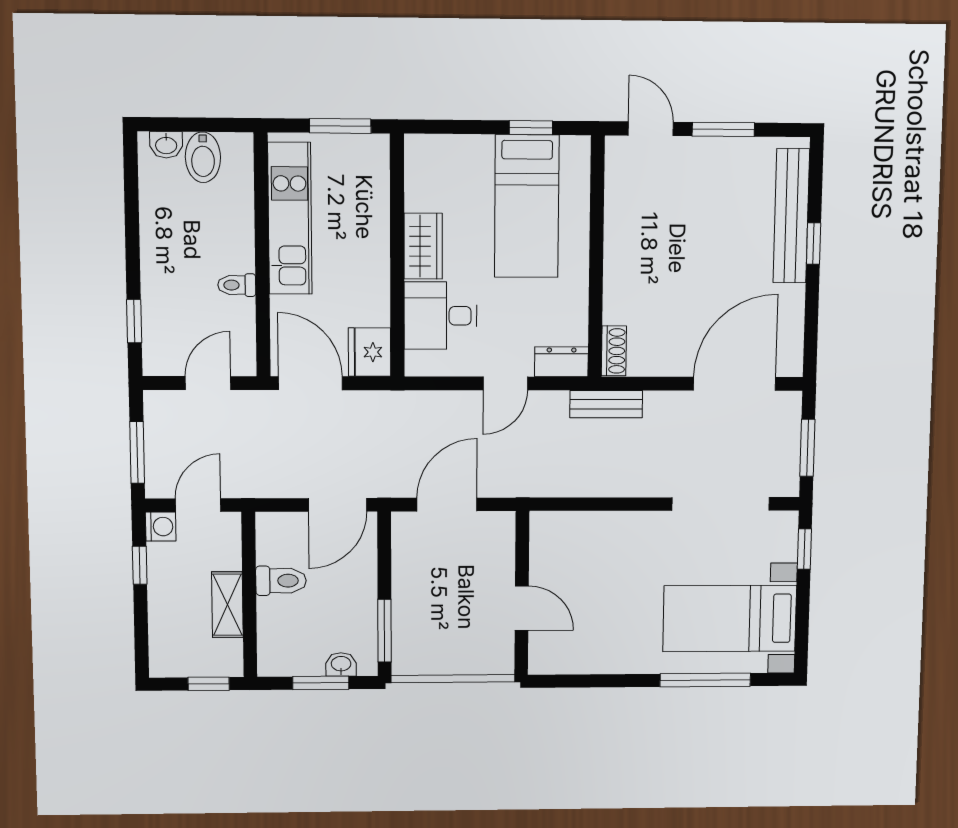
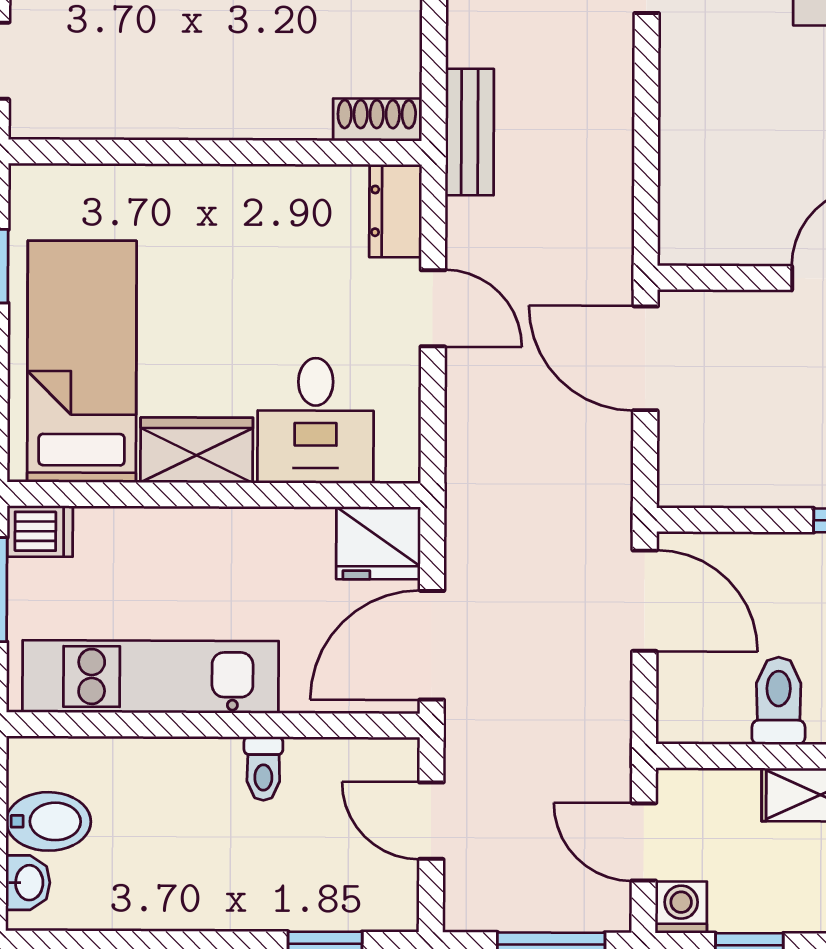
dishwasher: (375, 153) -> (40, 531), added
bed: (527, 206) -> (82, 361), moved, turned -90
door: (447, 505) -> (645, 358), moved

